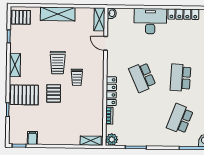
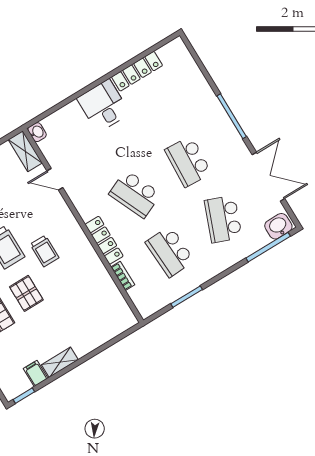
desk: (150, 21) -> (103, 106), width x0.73
school desk: (142, 118) -> (170, 252), added
plant: (112, 139) -> (147, 307), removed
shelving: (91, 141) -> (60, 362), moved

